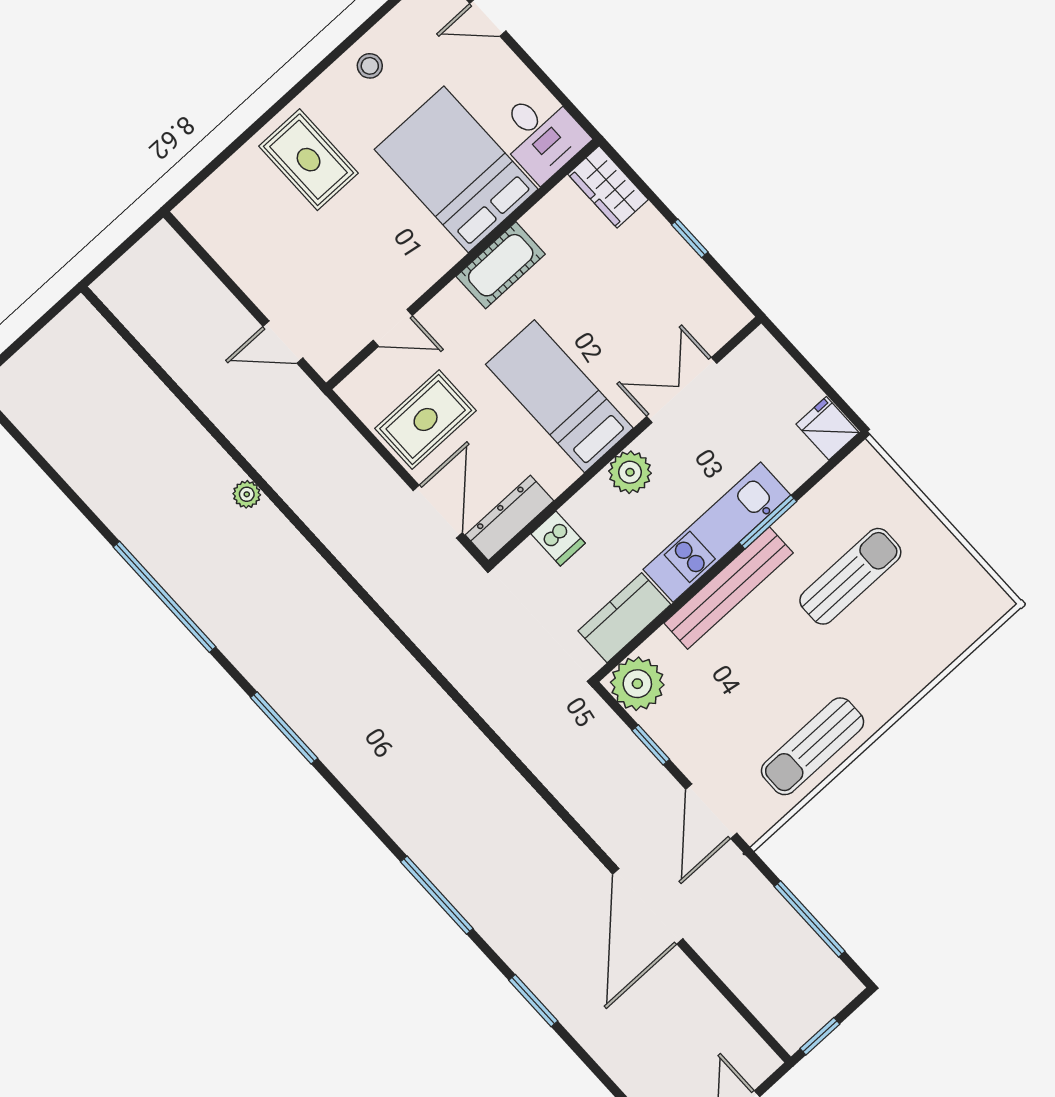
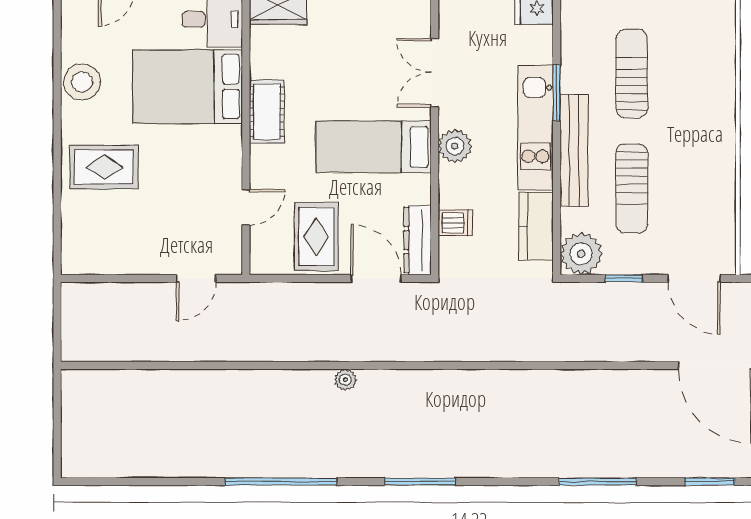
stool: (370, 66) -> (82, 82), width x1.89, depth x1.89
plant: (247, 494) -> (345, 380), moved
sun lounger: (813, 746) -> (632, 188), moved

